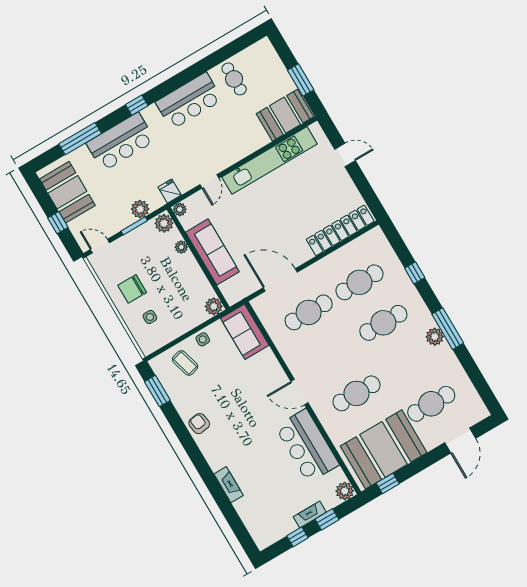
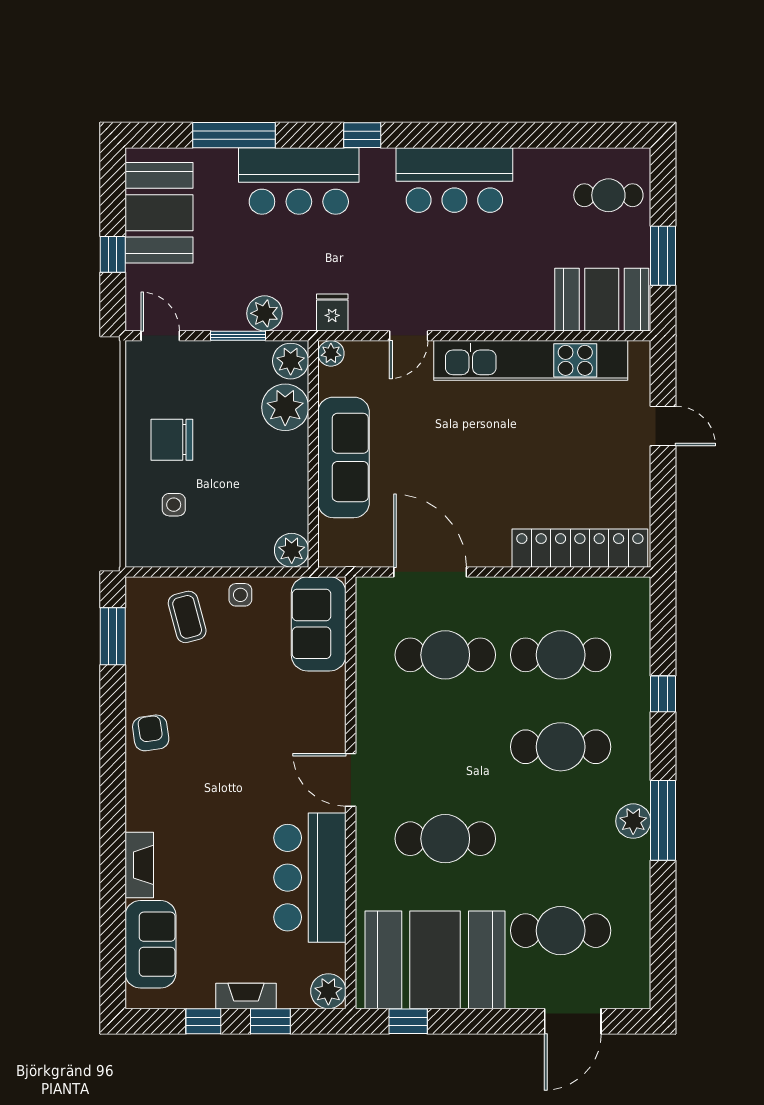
cafe table: (234, 79) -> (608, 195), moved, turned 90
plant: (181, 247) -> (285, 407), width x1.88, depth x1.88
sofa: (254, 517) -> (151, 944), added

